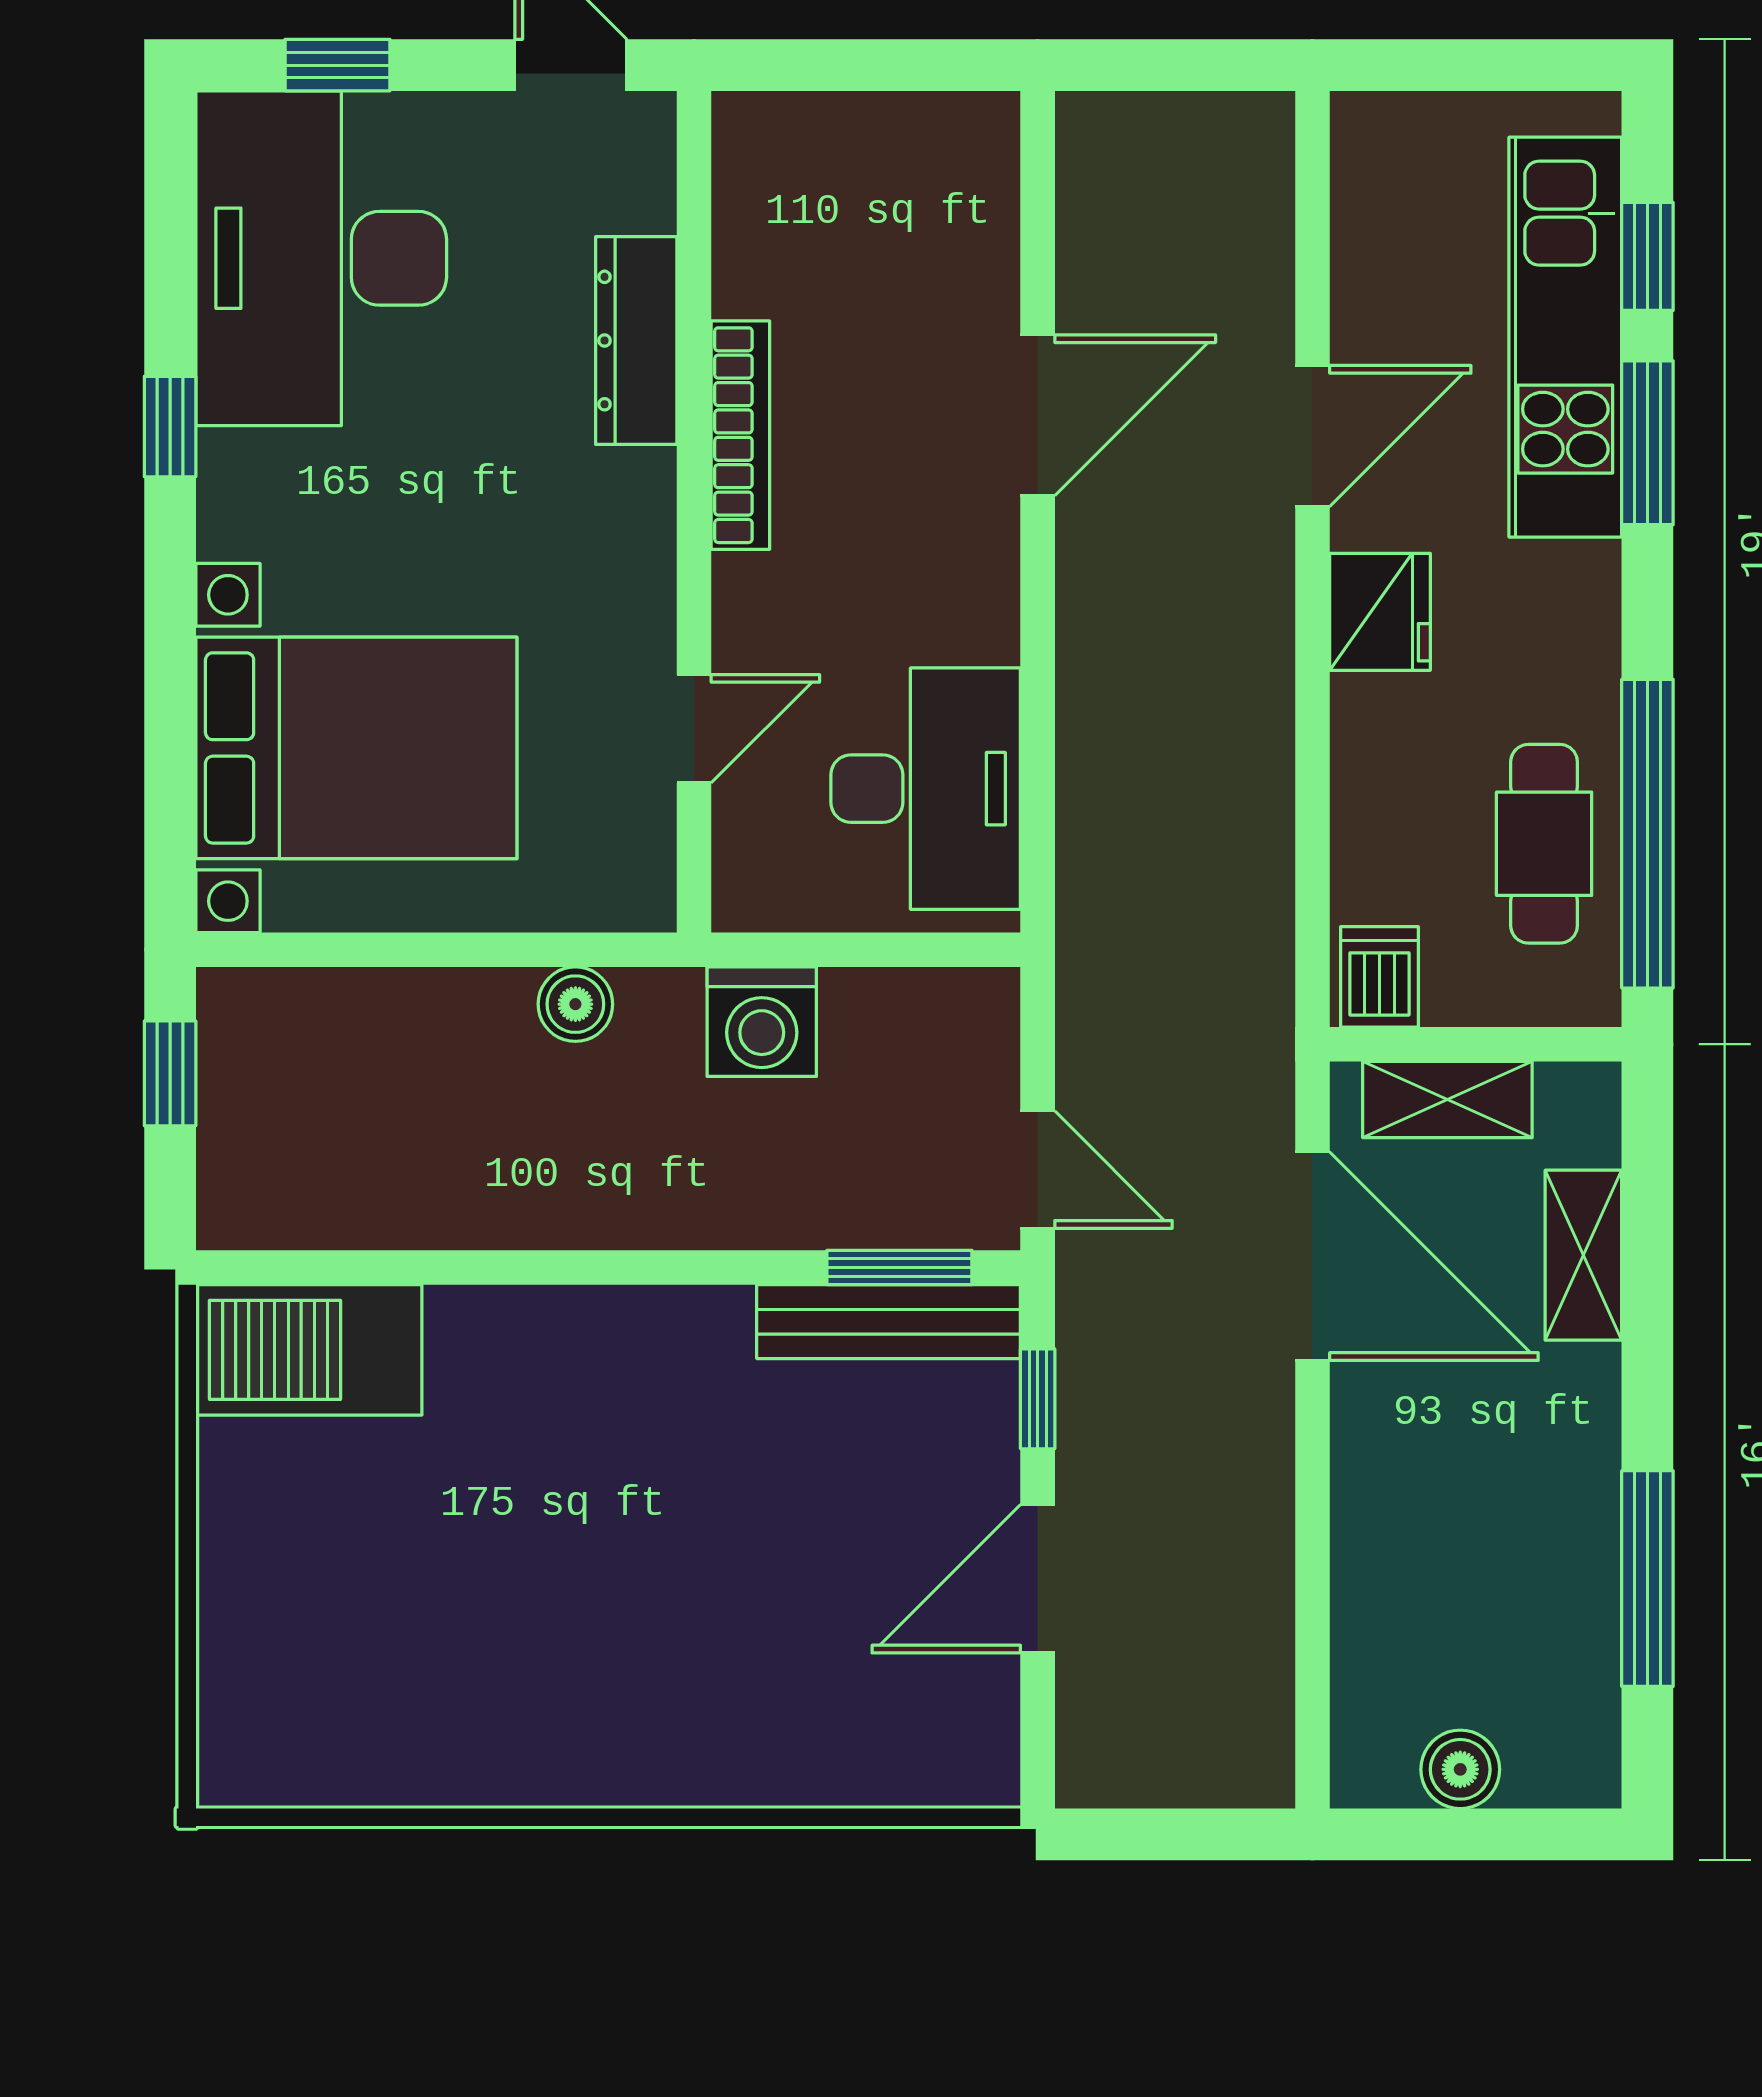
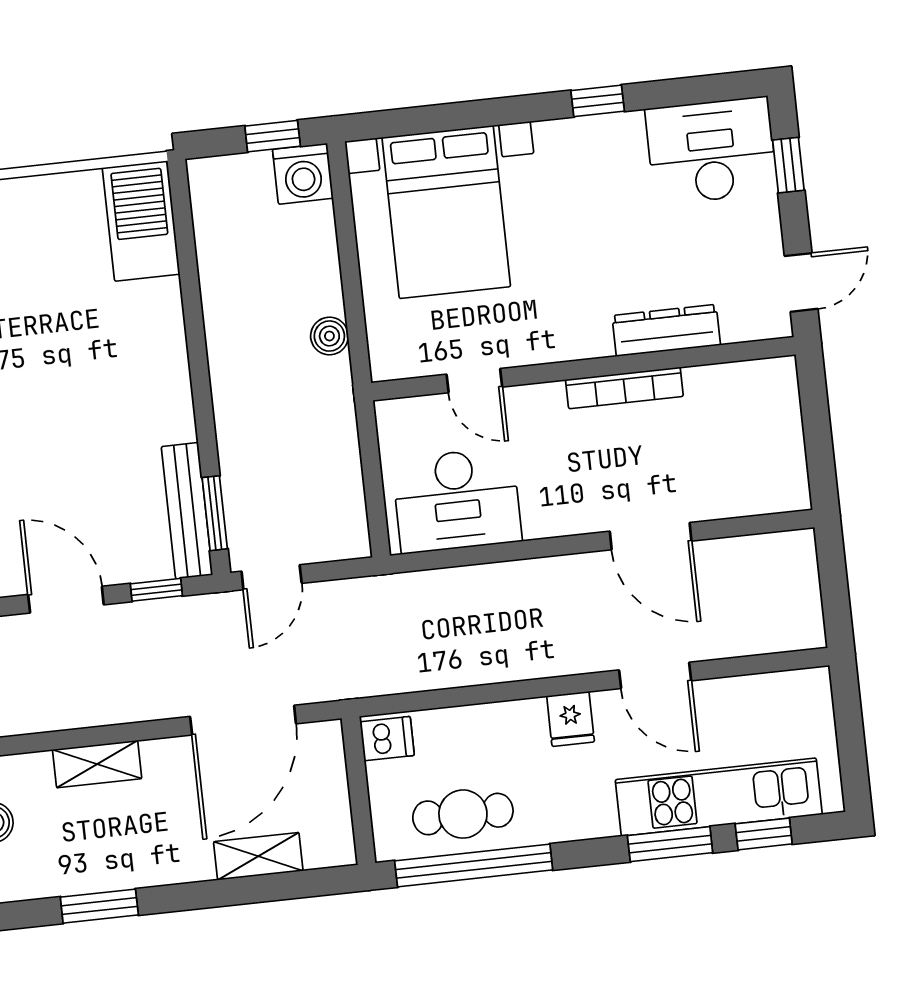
desk: (321, 258) -> (711, 151), width x0.73, depth x0.77
fridge: (1380, 612) -> (571, 719), width x0.72
washing machine: (762, 1022) -> (303, 174), moved, turned -90
shelving: (1447, 1100) -> (97, 764), moved, turned 90
window: (1647, 1579) -> (99, 906), width x0.69

